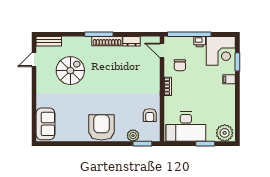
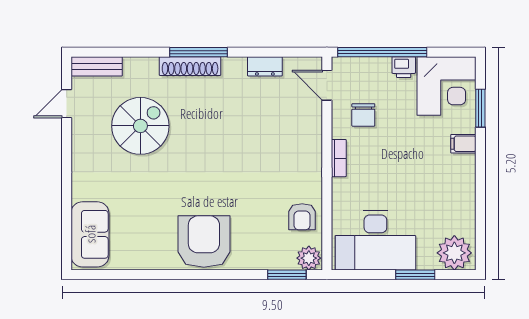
shoe rack: (107, 41) -> (190, 66), moved
plant: (133, 136) -> (309, 258), moved

